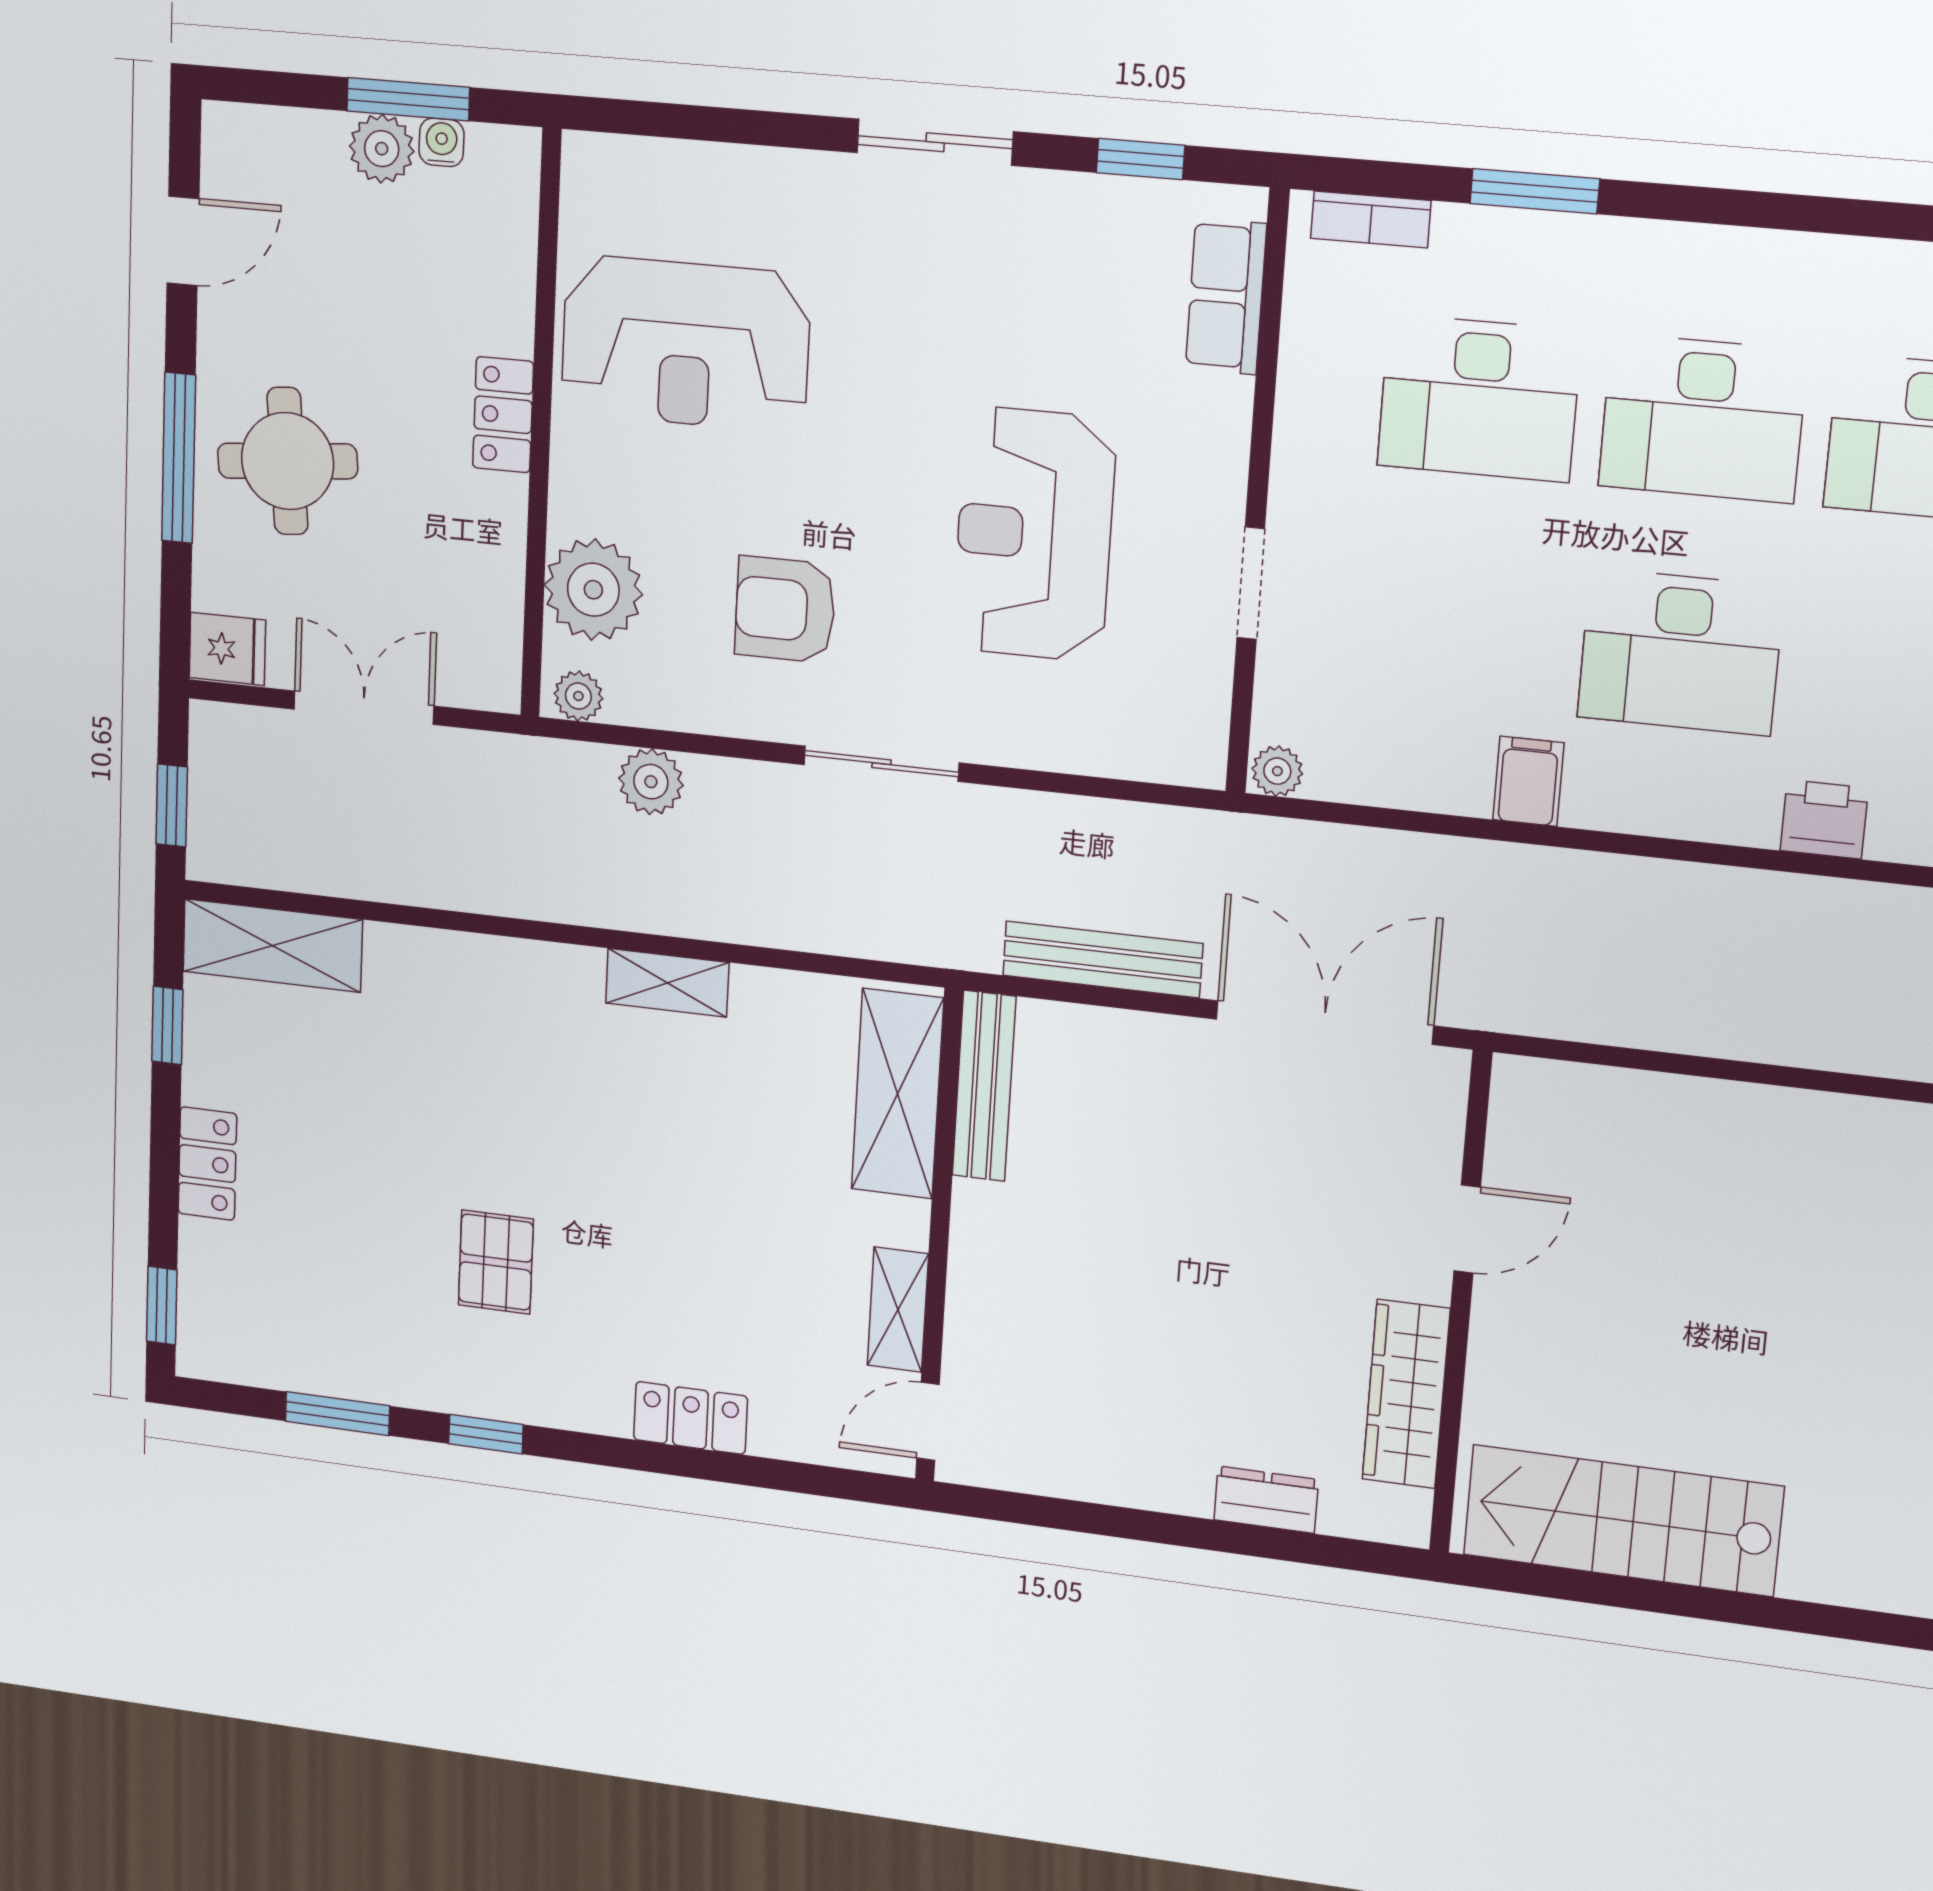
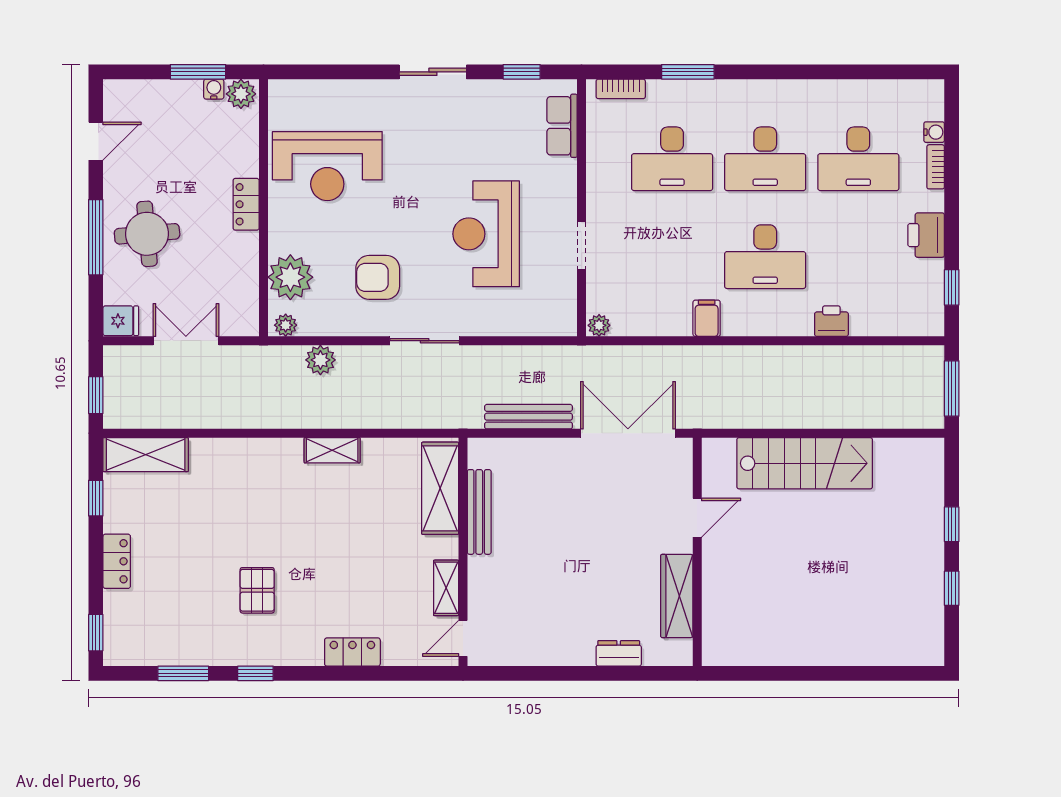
plant: (382, 149) -> (241, 94), moved
bench: (984, 1086) -> (479, 512), moved
stairs: (1623, 1521) -> (805, 463), moved, turned 180

